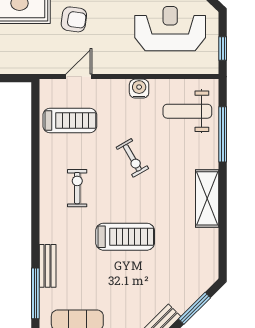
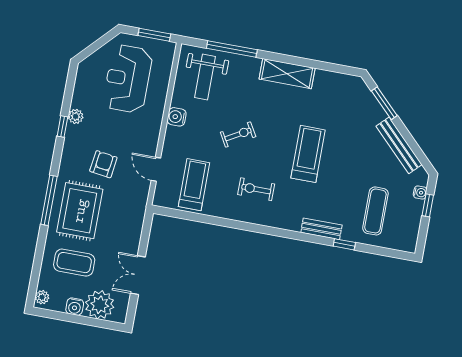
window: (223, 48) -> (154, 35), width x1.50
window: (35, 293) -> (344, 244), width x0.46

